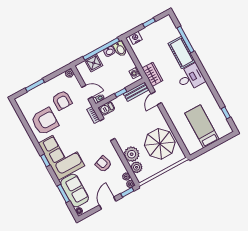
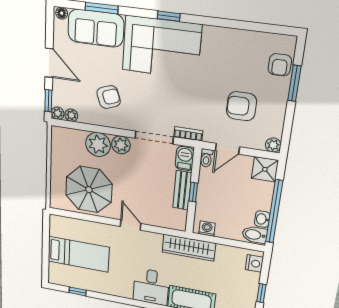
shower: (94, 63) -> (265, 169), moved
wardrobe: (152, 74) -> (189, 248), width x1.50
bench: (136, 92) -> (182, 190), moved
door: (156, 98) -> (131, 225), moved
armchair: (45, 121) -> (280, 65), moved, width x0.53, depth x0.53
plant: (137, 167) -> (121, 145), moved

